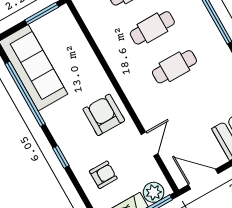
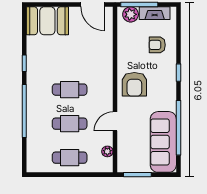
plant: (91, 21) -> (107, 151), added
door: (150, 144) -> (115, 121), moved

